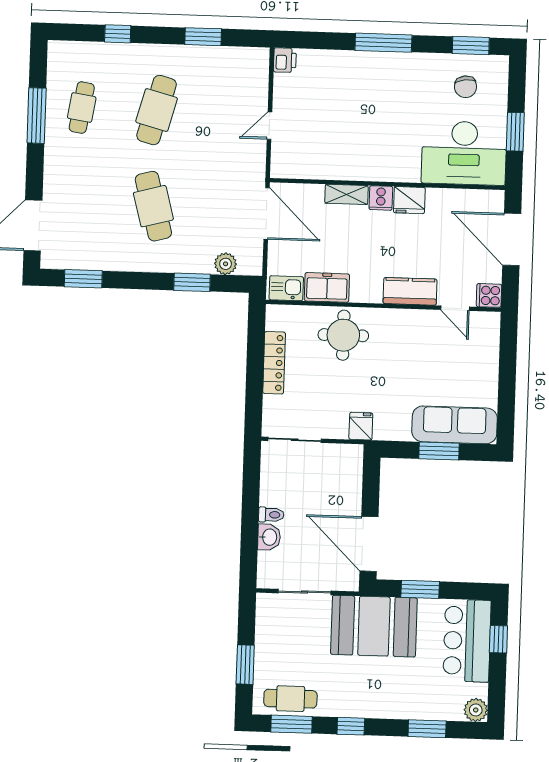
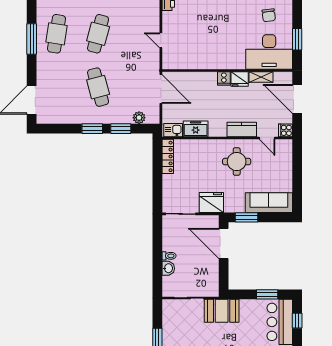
cafe table: (82, 108) -> (57, 34), width x1.37, depth x1.35
door: (269, 126) -> (161, 40), hinge flipped
shelving: (346, 194) -> (261, 77), moved
window: (83, 279) -> (92, 129), moved
round table: (343, 335) -> (237, 162), moved
locker: (274, 363) -> (168, 156), moved
fridge: (361, 426) -> (211, 203), width x1.88, depth x1.34
window: (439, 451) -> (246, 217), moved
door: (369, 544) -> (224, 243), moved
window: (420, 589) -> (267, 294), moved
booth: (374, 626) -> (222, 311), width x0.73, depth x0.70

